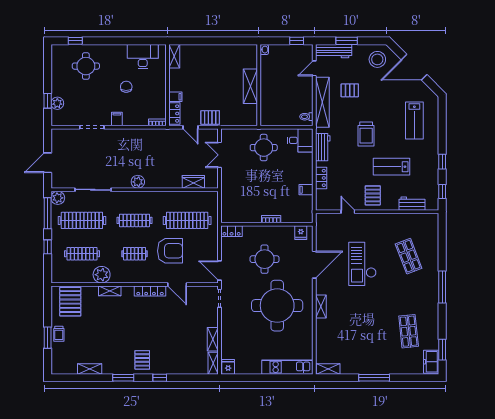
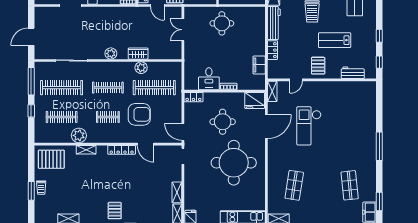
desk: (300, 140) -> (209, 79), moved, turned 90
workbench: (323, 147) -> (274, 23), width x1.38
wardrobe: (193, 182) -> (138, 54), moved
filing cabinet: (306, 190) -> (259, 65), width x2.00
plant: (58, 198) -> (141, 68), moved
door: (348, 212) -> (296, 80), swing flipped
fridge: (301, 233) -> (255, 100), width x1.88, depth x1.34
shop shelf: (409, 256) -> (294, 185), moved, turned 30
pallet: (70, 302) -> (51, 159), turned 90
shelving: (321, 307) -> (272, 91), moved

